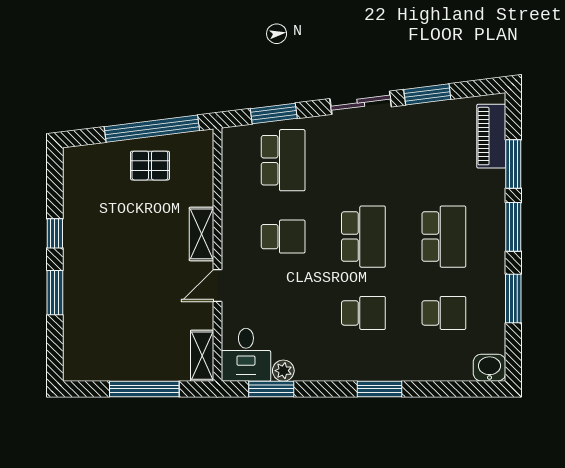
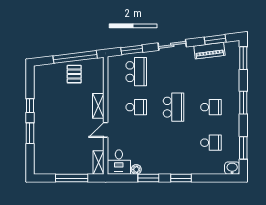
window: (427, 94) -> (215, 40), moved
piano: (491, 136) -> (209, 51), moved, turned -97
window: (513, 164) -> (243, 58), moved
pallet: (150, 166) -> (74, 74), turned 90
school desk: (444, 237) -> (211, 107), width x0.54
window: (513, 299) -> (243, 148), moved
school desk: (363, 313) -> (174, 143), removed
window: (271, 389) -> (148, 178), moved

